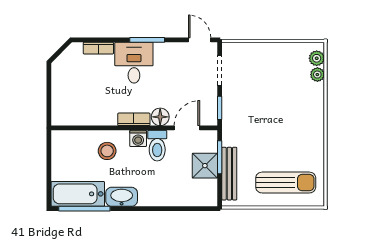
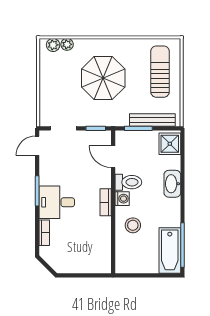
parasol: (278, 116) -> (103, 78), added
floor lamp: (160, 117) -> (103, 180), removed
shower: (205, 166) -> (170, 144), moved
washbasin: (122, 197) -> (172, 184), moved

